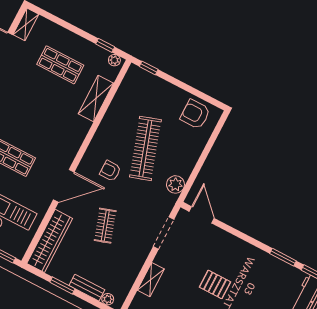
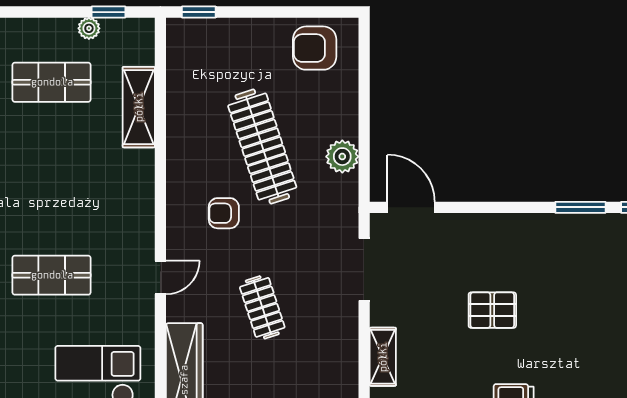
plant: (114, 60) -> (89, 28), moved
plant: (175, 184) -> (342, 157), moved
door: (64, 186) -> (160, 277), width x0.53

